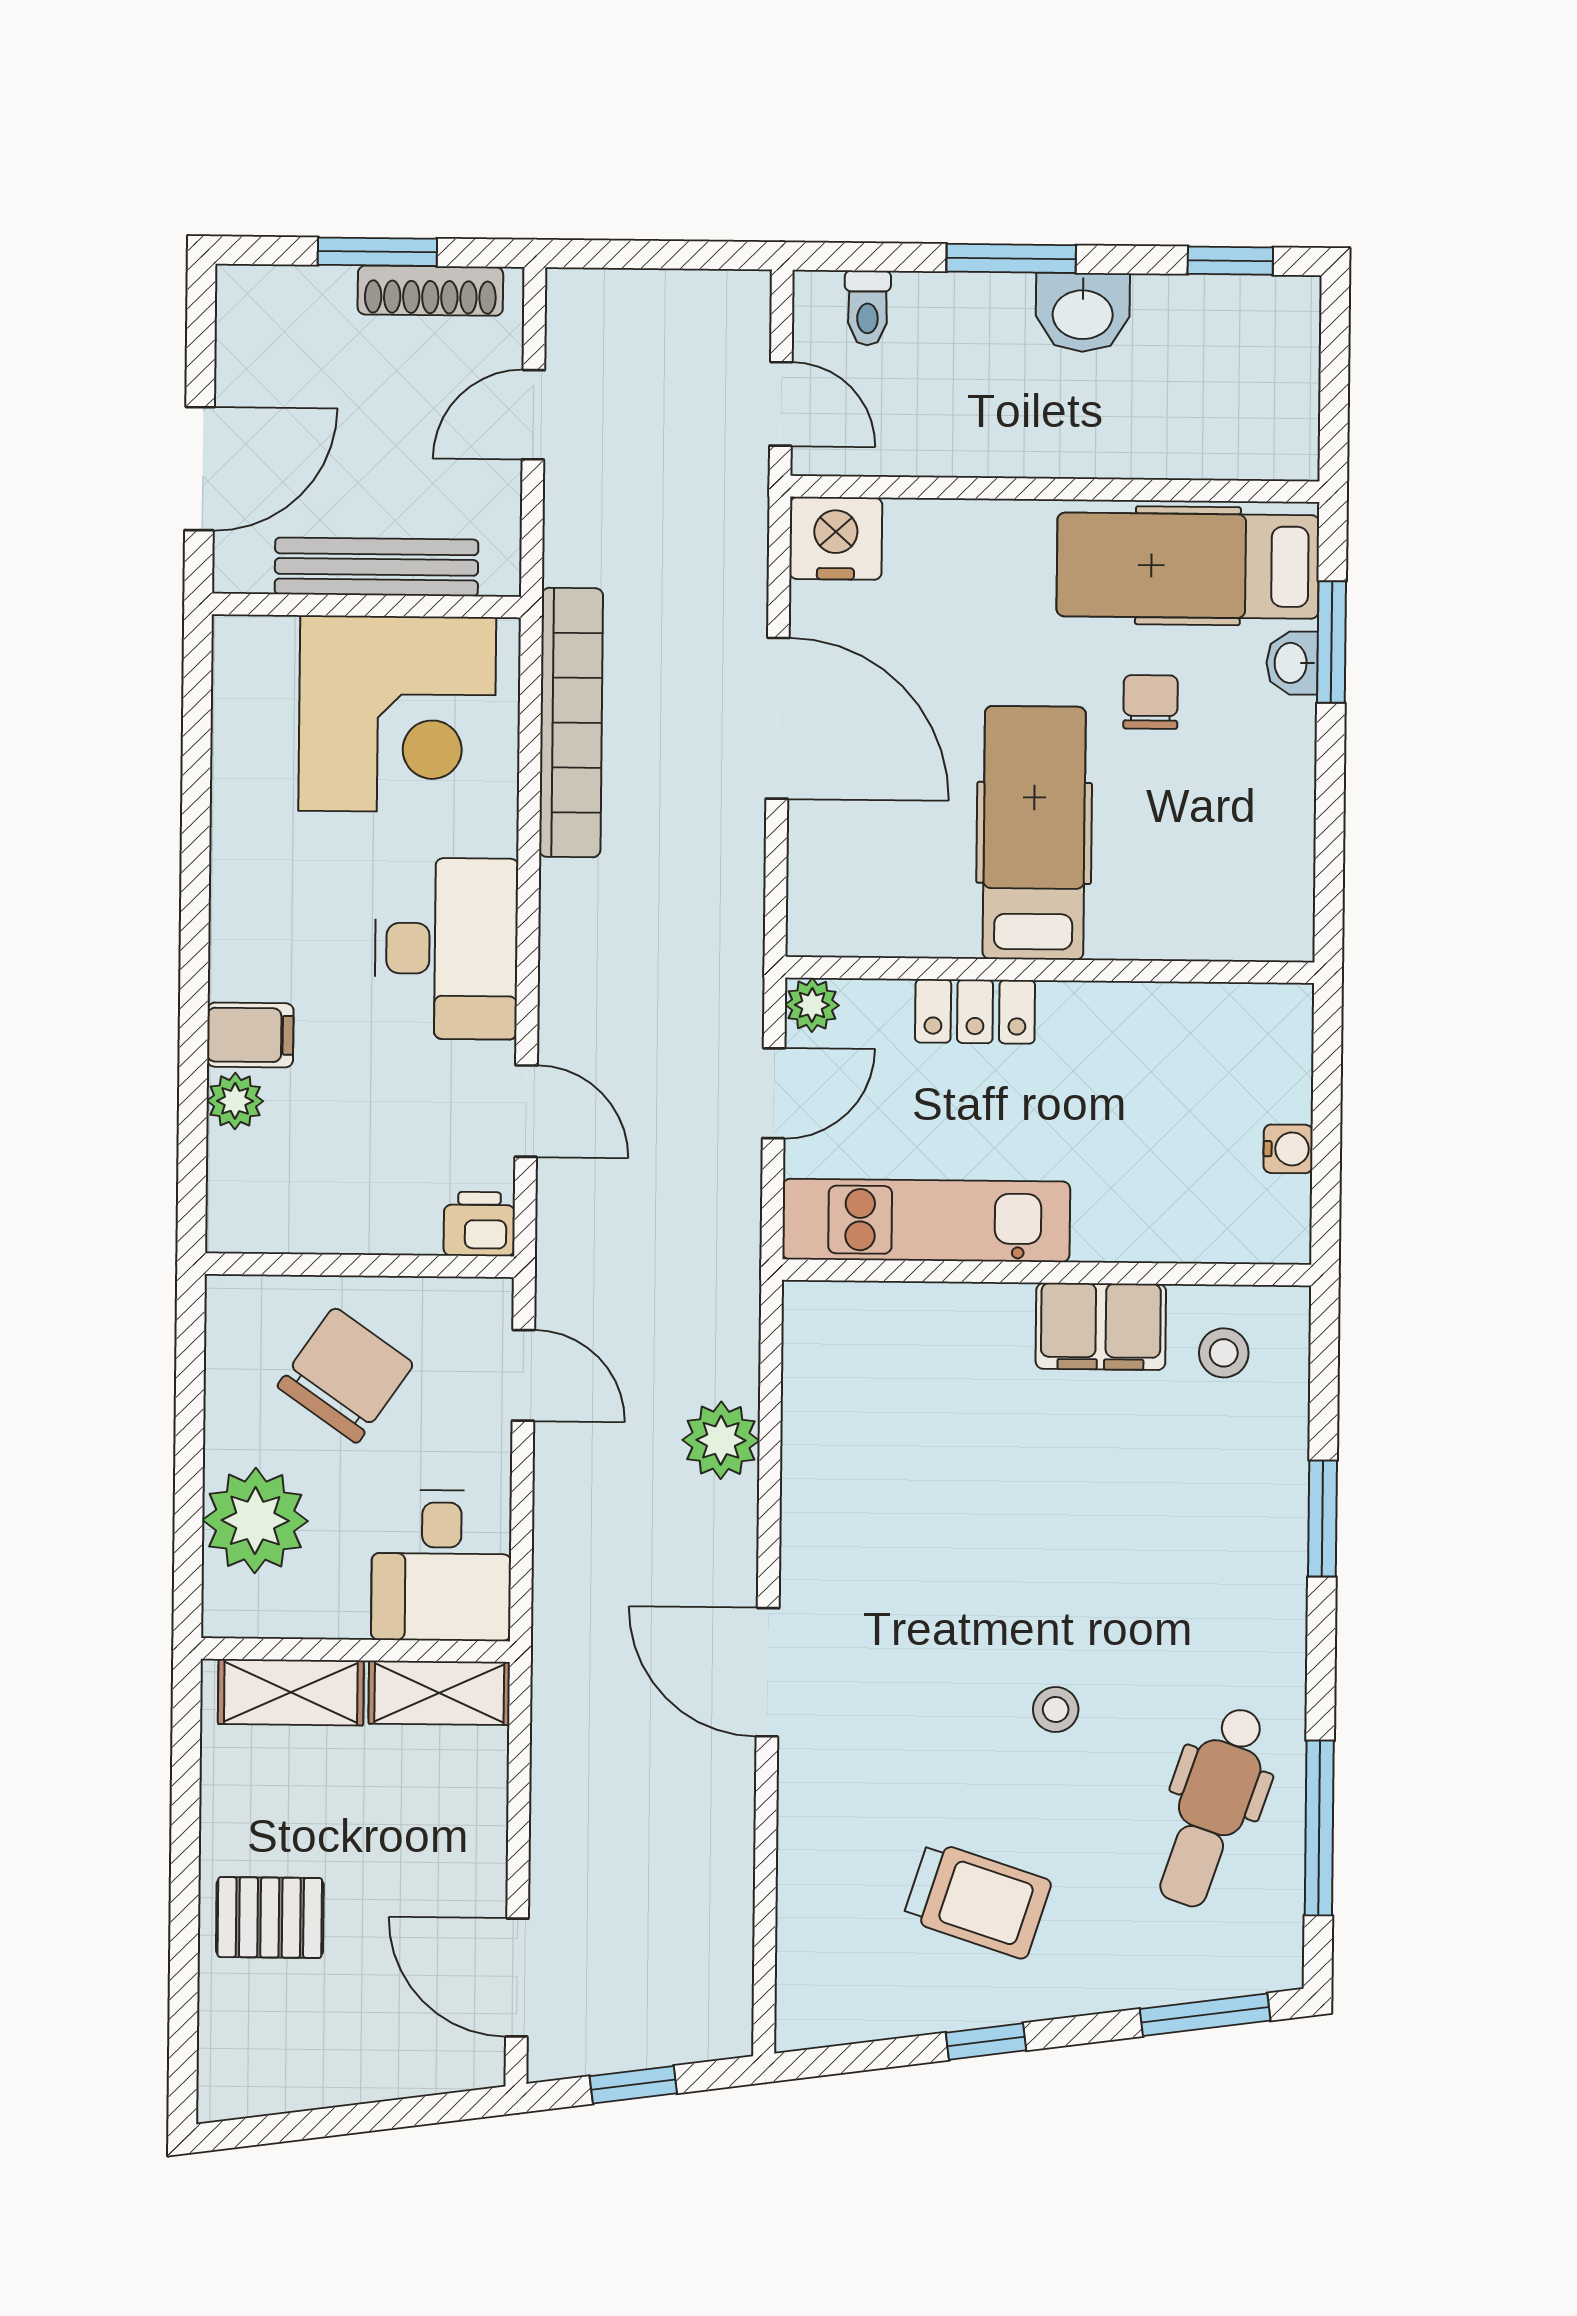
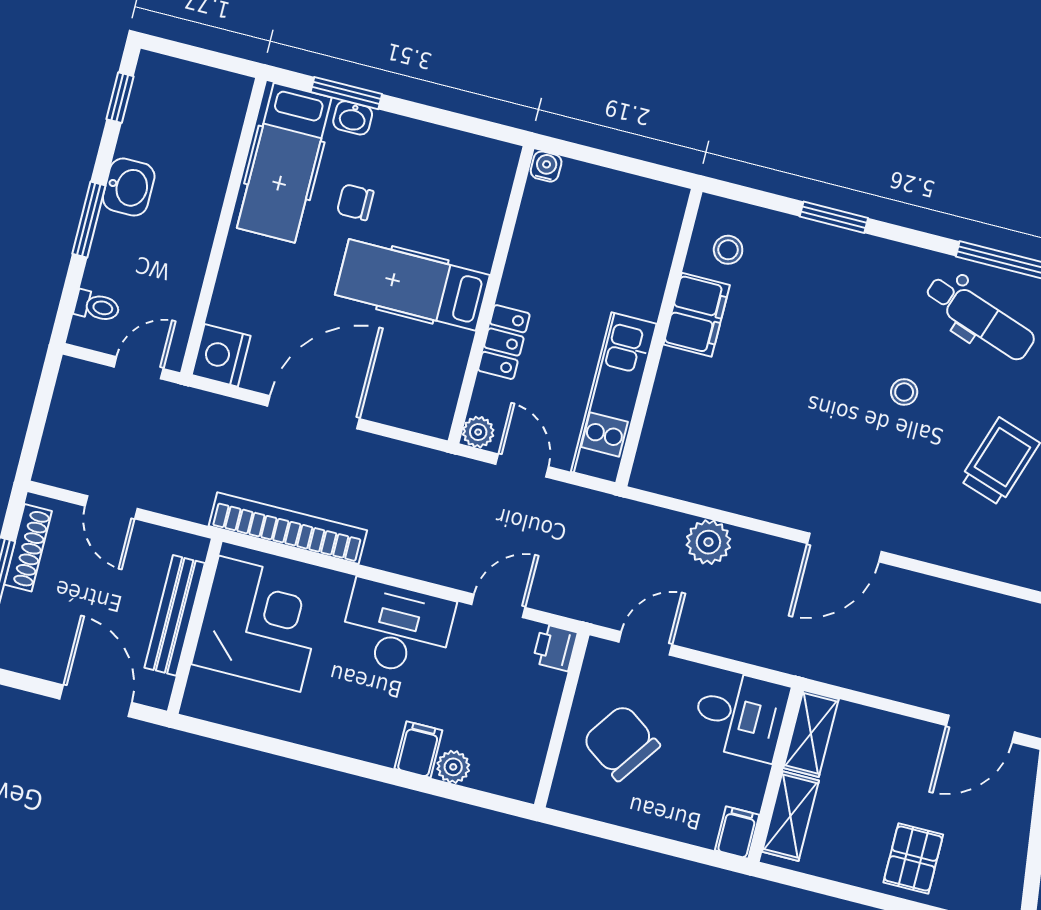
water cooler: (1288, 1149) -> (546, 167), moved
plant: (255, 1521) -> (690, 813), removed
filing cabinet: (241, 1609) -> (737, 833), added

